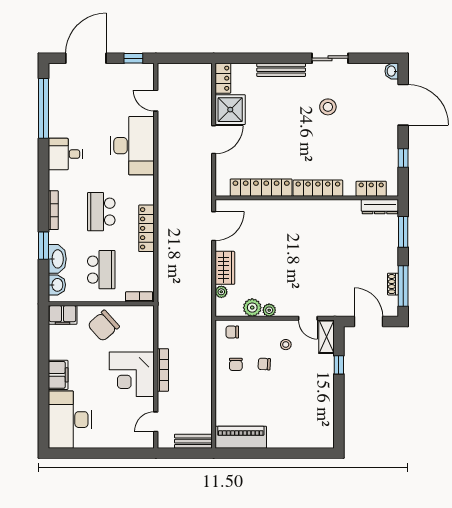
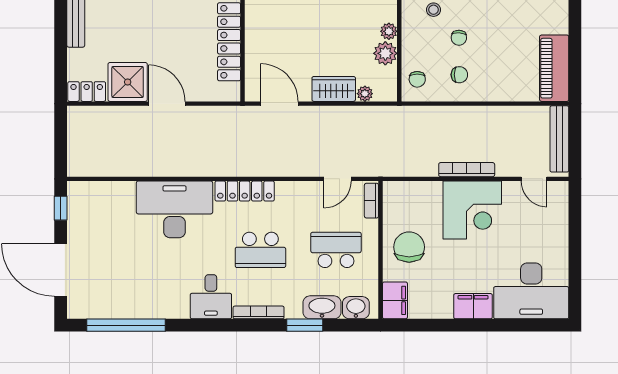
door: (156, 101) -> (337, 179), moved
desk: (65, 154) -> (211, 297), moved
locker: (146, 228) -> (245, 191), moved
chair: (103, 326) -> (409, 247), turned -138
bench: (193, 441) -> (559, 139), width x1.36

